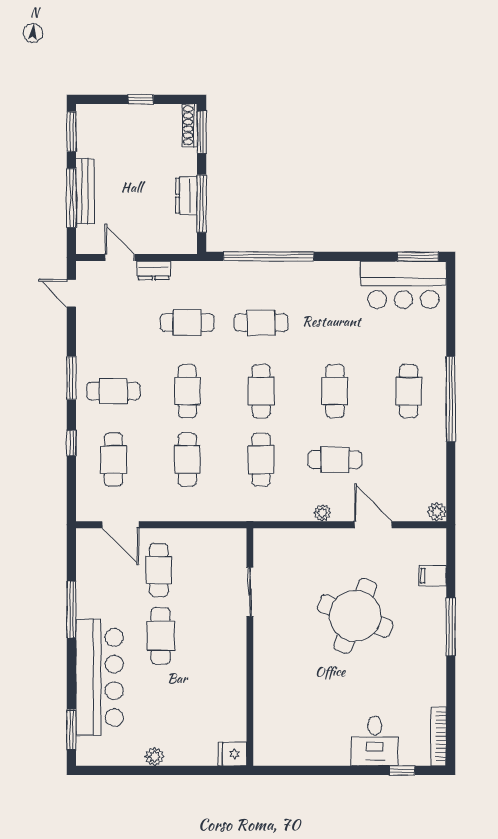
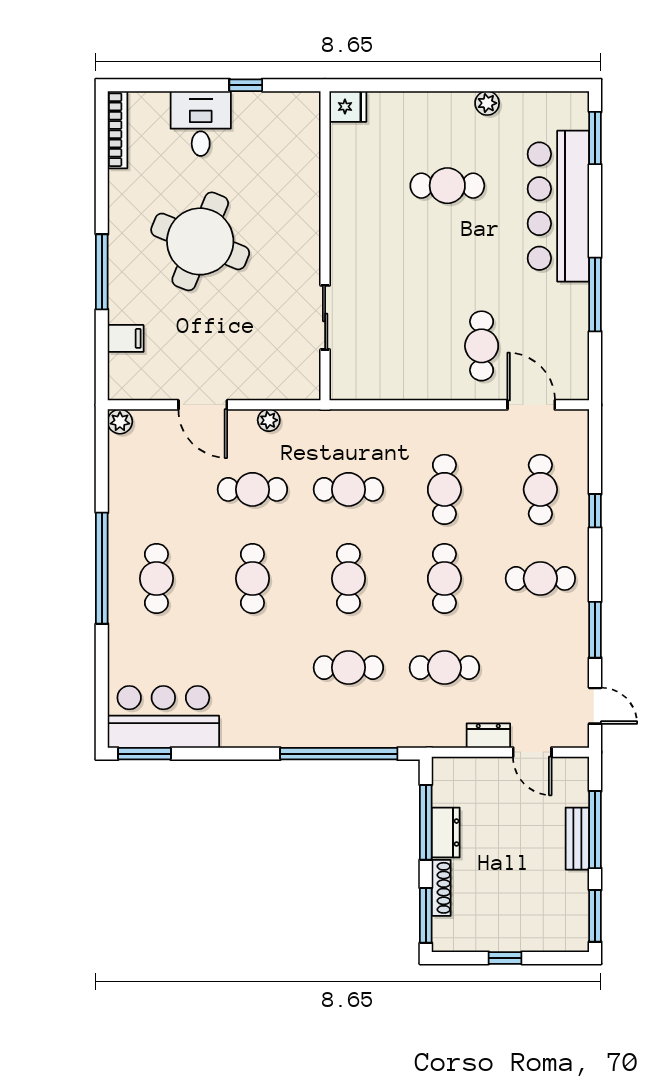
shoe rack: (190, 125) -> (441, 888), moved
bench: (85, 191) -> (577, 839), width x0.73
window: (71, 378) -> (595, 630), moved
cafe table: (261, 460) -> (348, 489), turned 90
sliding door: (250, 592) -> (325, 317), moved
round table: (355, 616) -> (200, 241), moved
cafe table: (161, 636) -> (447, 186), moved, turned 90
wall: (250, 647) -> (325, 246), moved
fridge: (232, 754) -> (348, 107), moved
window: (402, 770) -> (246, 85), moved

